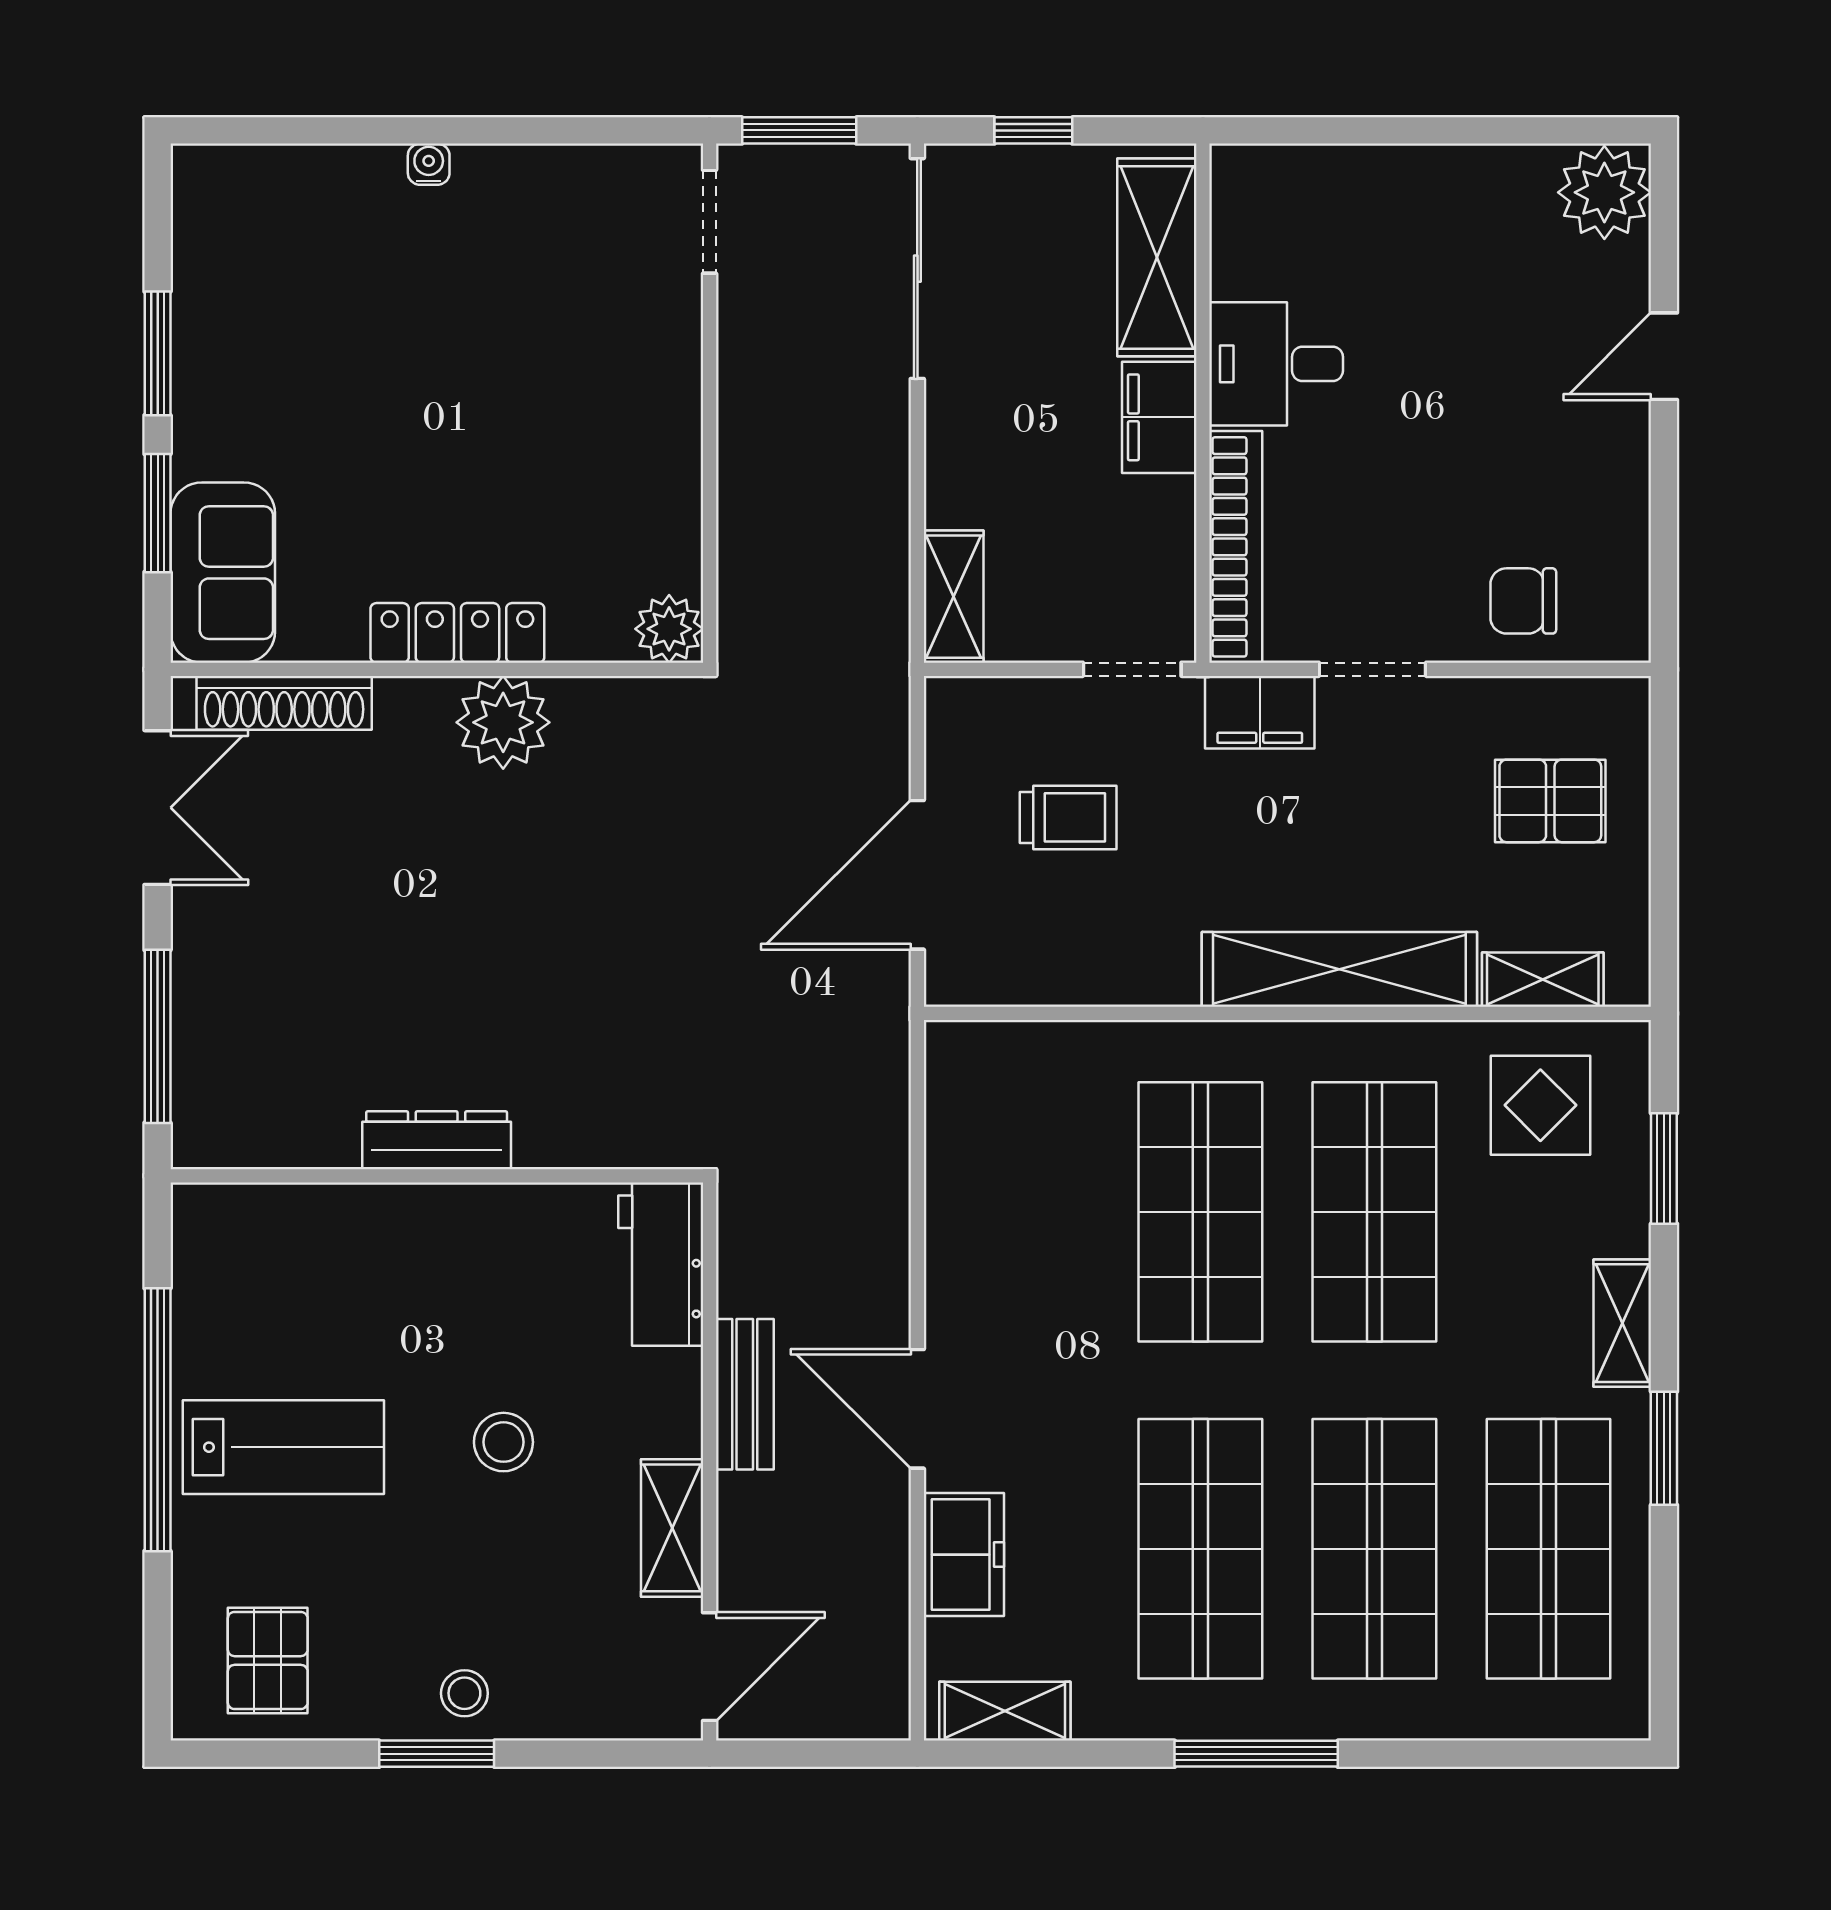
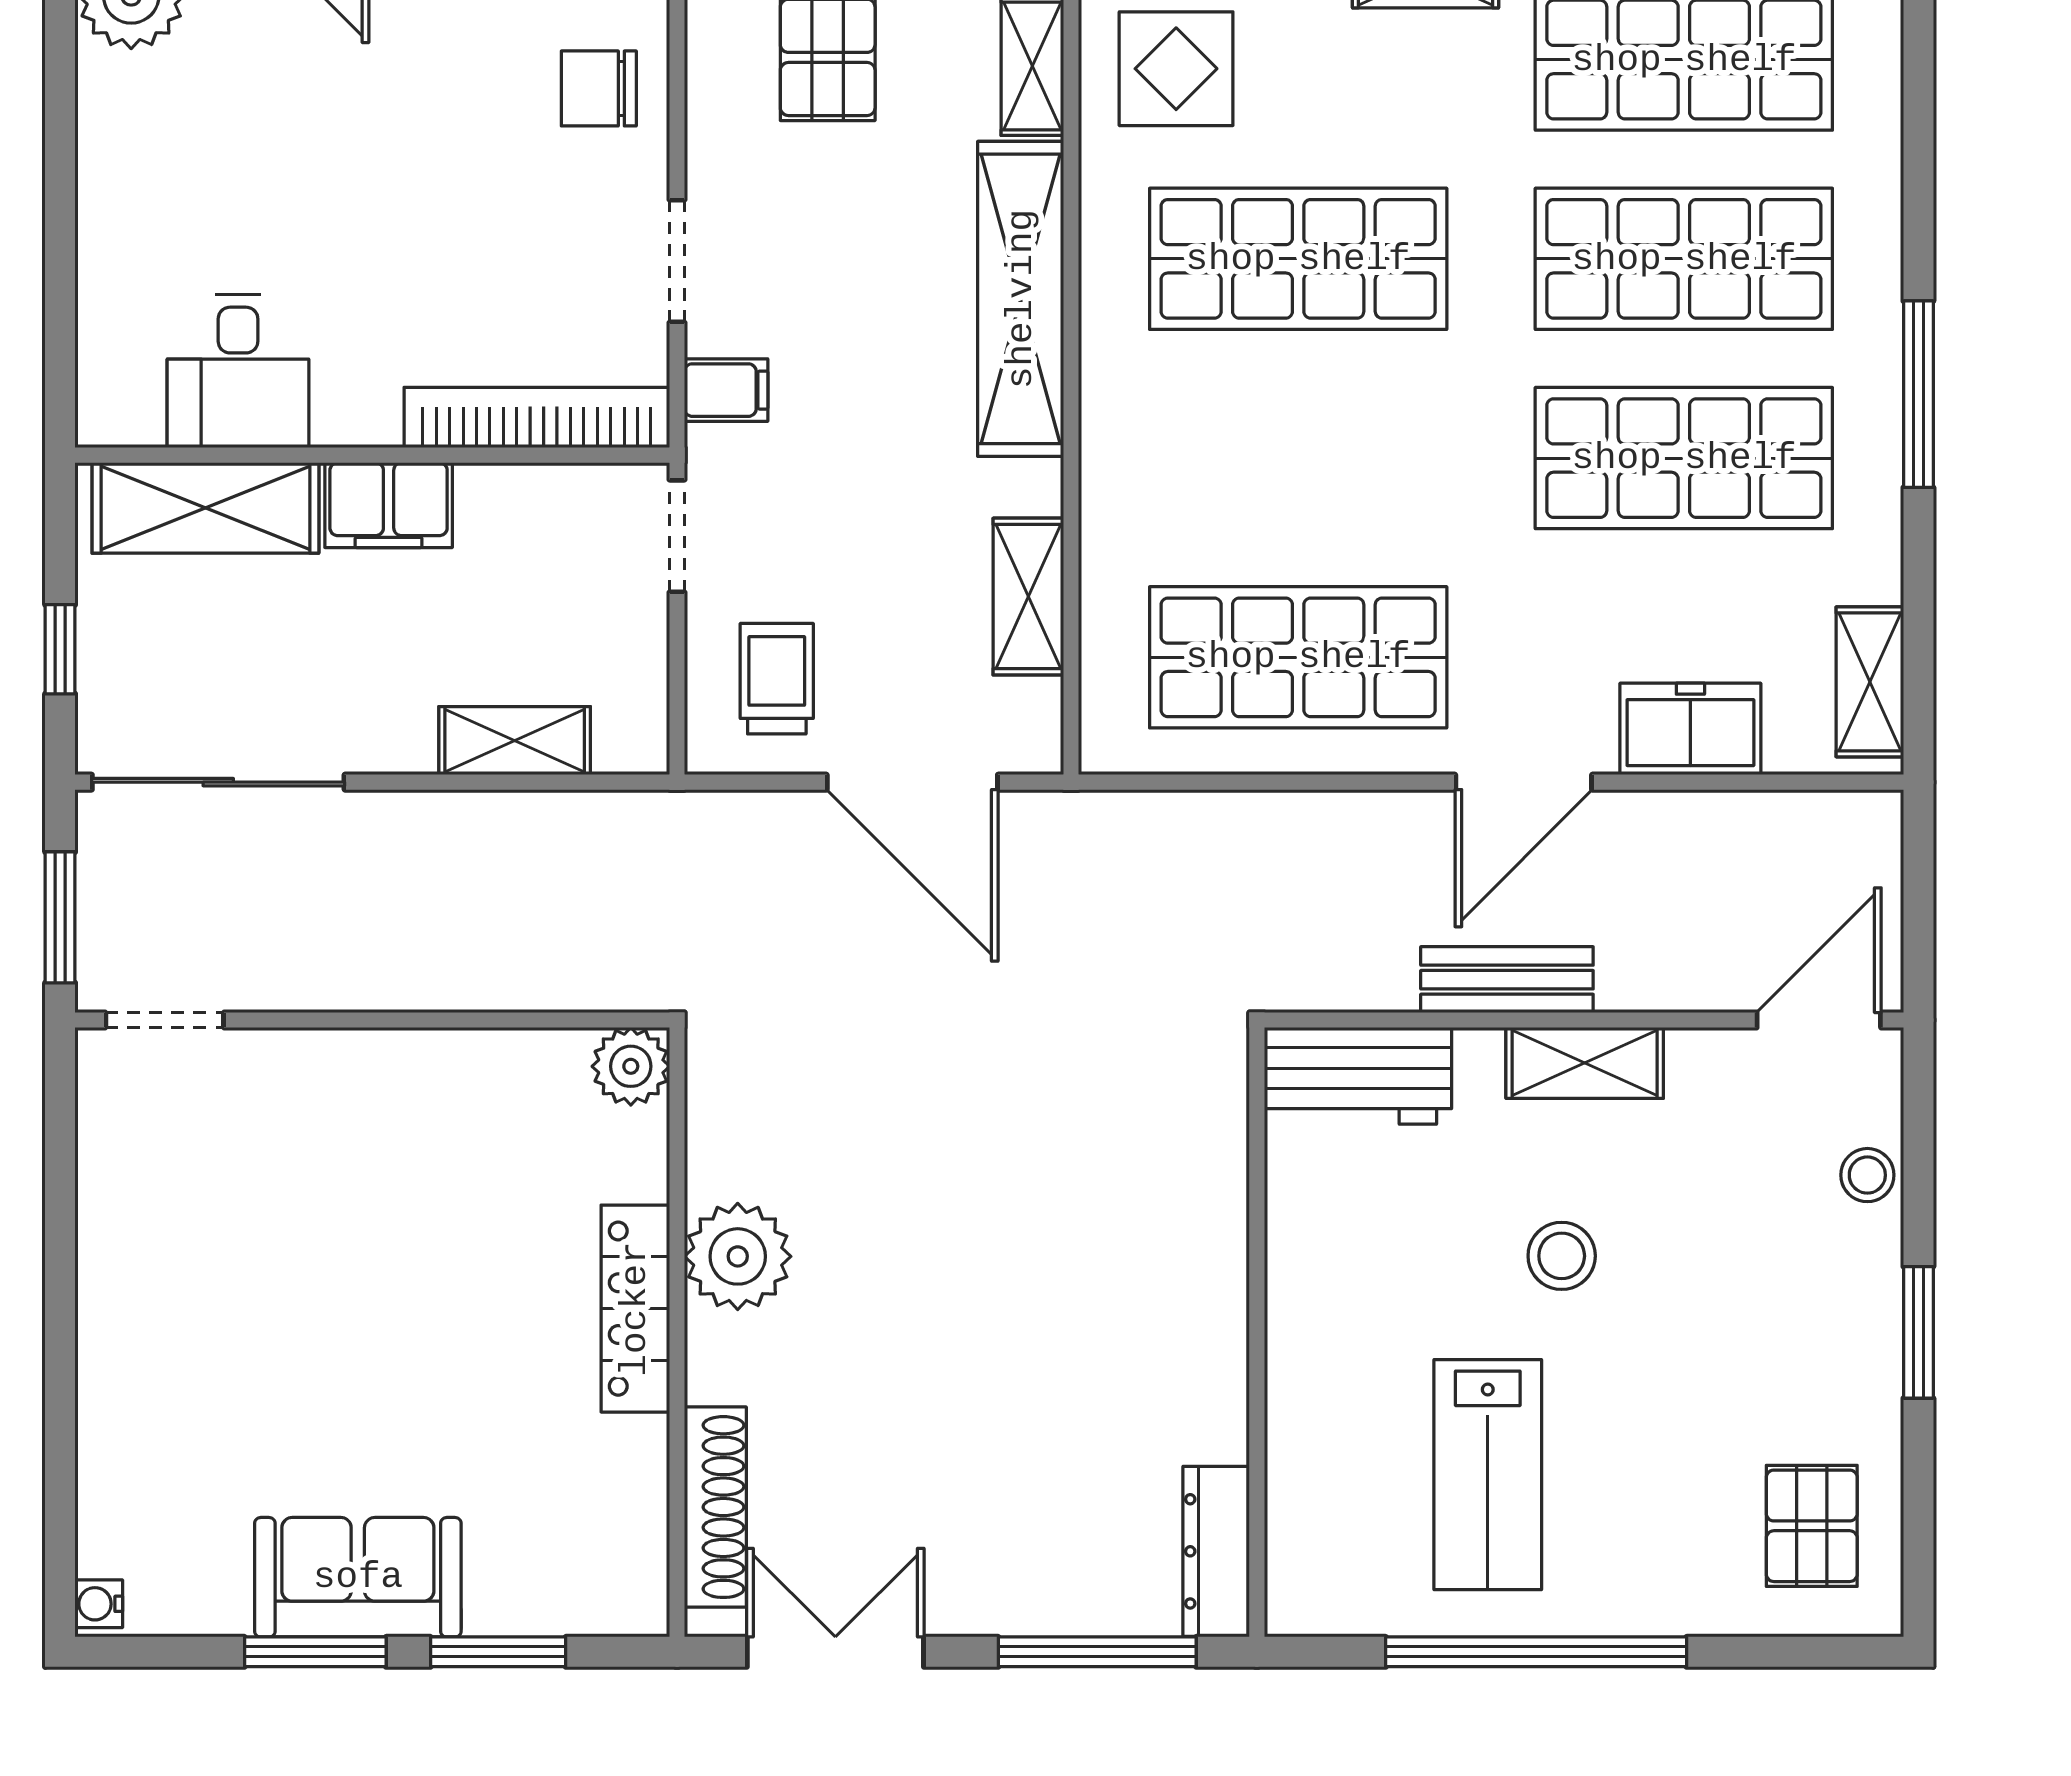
water cooler: (429, 164) -> (99, 1604), moved
desk: (1276, 364) -> (238, 371), moved
sofa: (223, 573) -> (358, 1577), moved
shelving: (954, 597) -> (515, 741), moved
chair: (1523, 601) -> (599, 88), turned 90
filing cabinet: (1260, 712) -> (726, 390), width x0.50
trolley: (1068, 817) -> (777, 679), moved
shelving: (1079, 976) -> (1028, 597), added
dresser: (437, 1140) -> (1216, 1551), moved
shop shelf: (1200, 1212) -> (1298, 657), moved
lab bench: (283, 1447) -> (1488, 1475), moved, turned 180
shelving: (672, 1528) -> (1585, 1063), moved
pallet: (268, 1660) -> (1812, 1526), turned 90
door: (710, 1667) -> (1819, 1020), hinge flipped
stool: (464, 1693) -> (1867, 1175), moved

